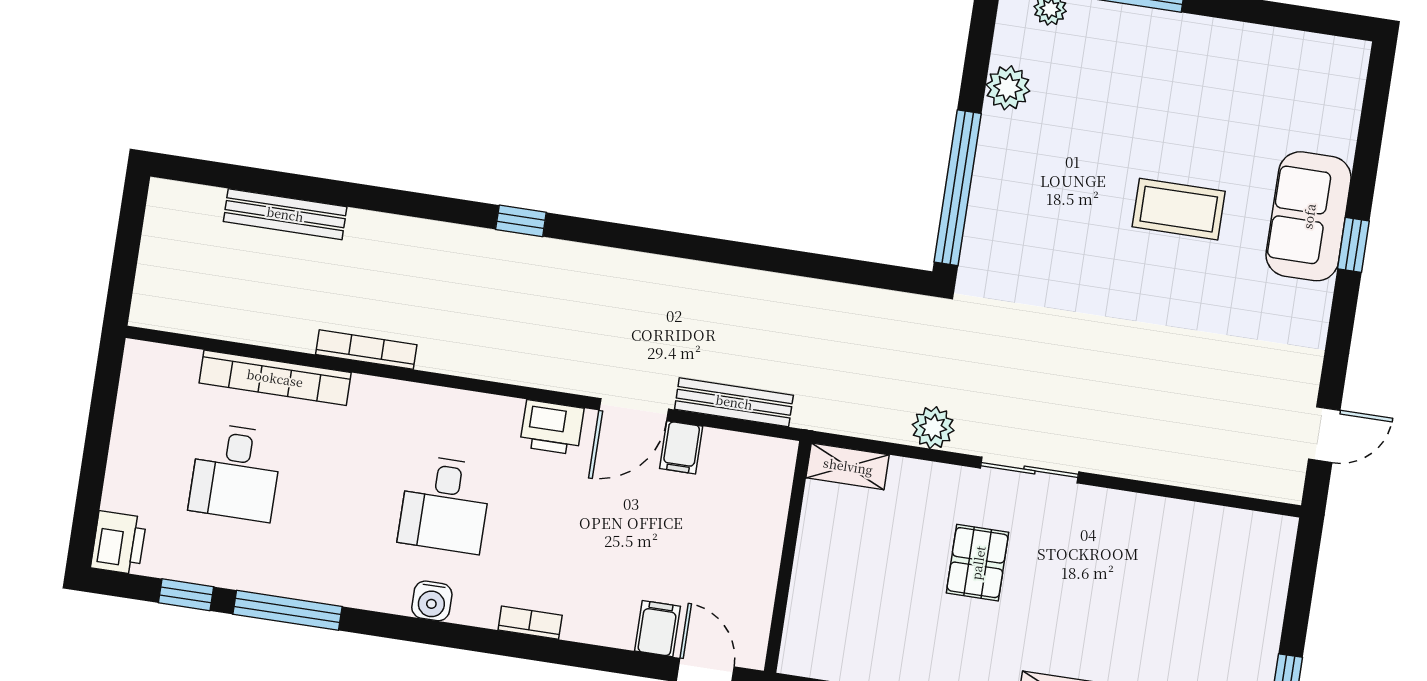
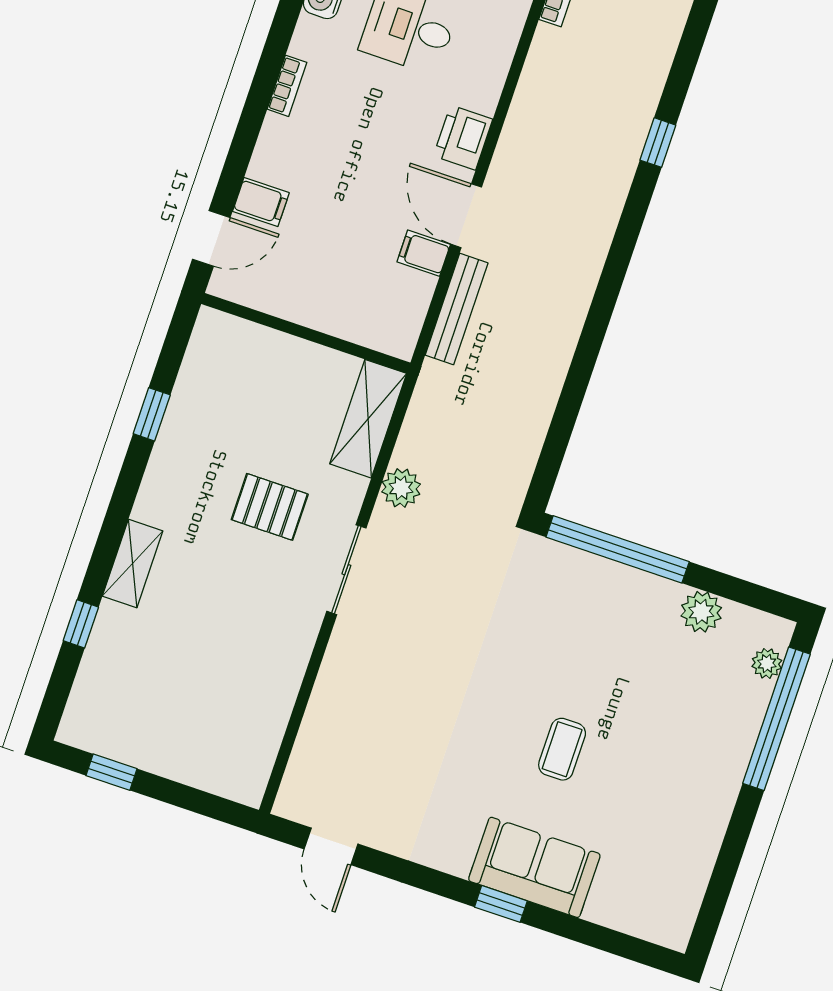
coffee table: (1179, 209) -> (562, 749), width x0.73, depth x0.77
shelving: (848, 466) -> (368, 419), width x1.50, depth x1.33

